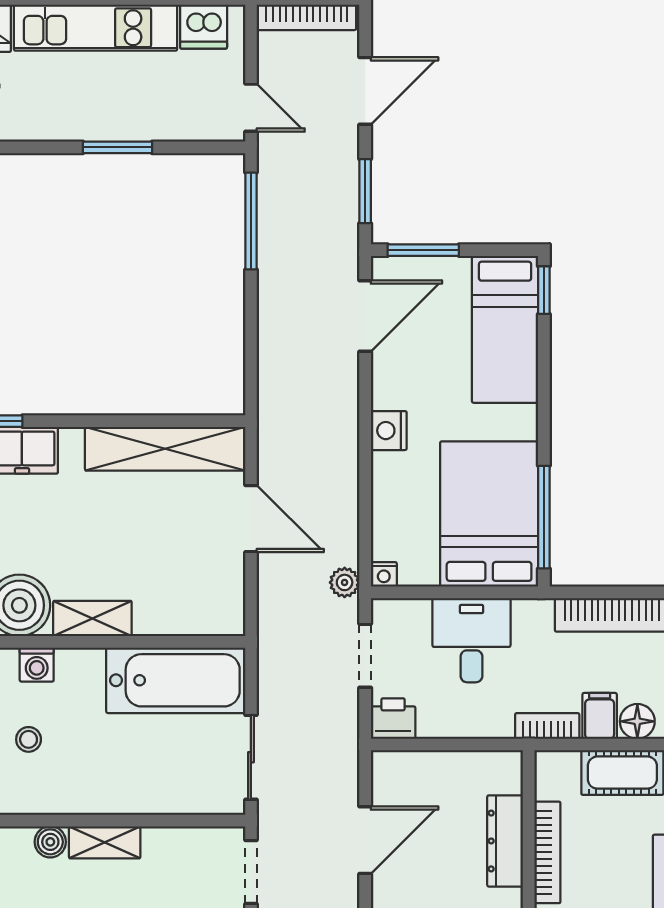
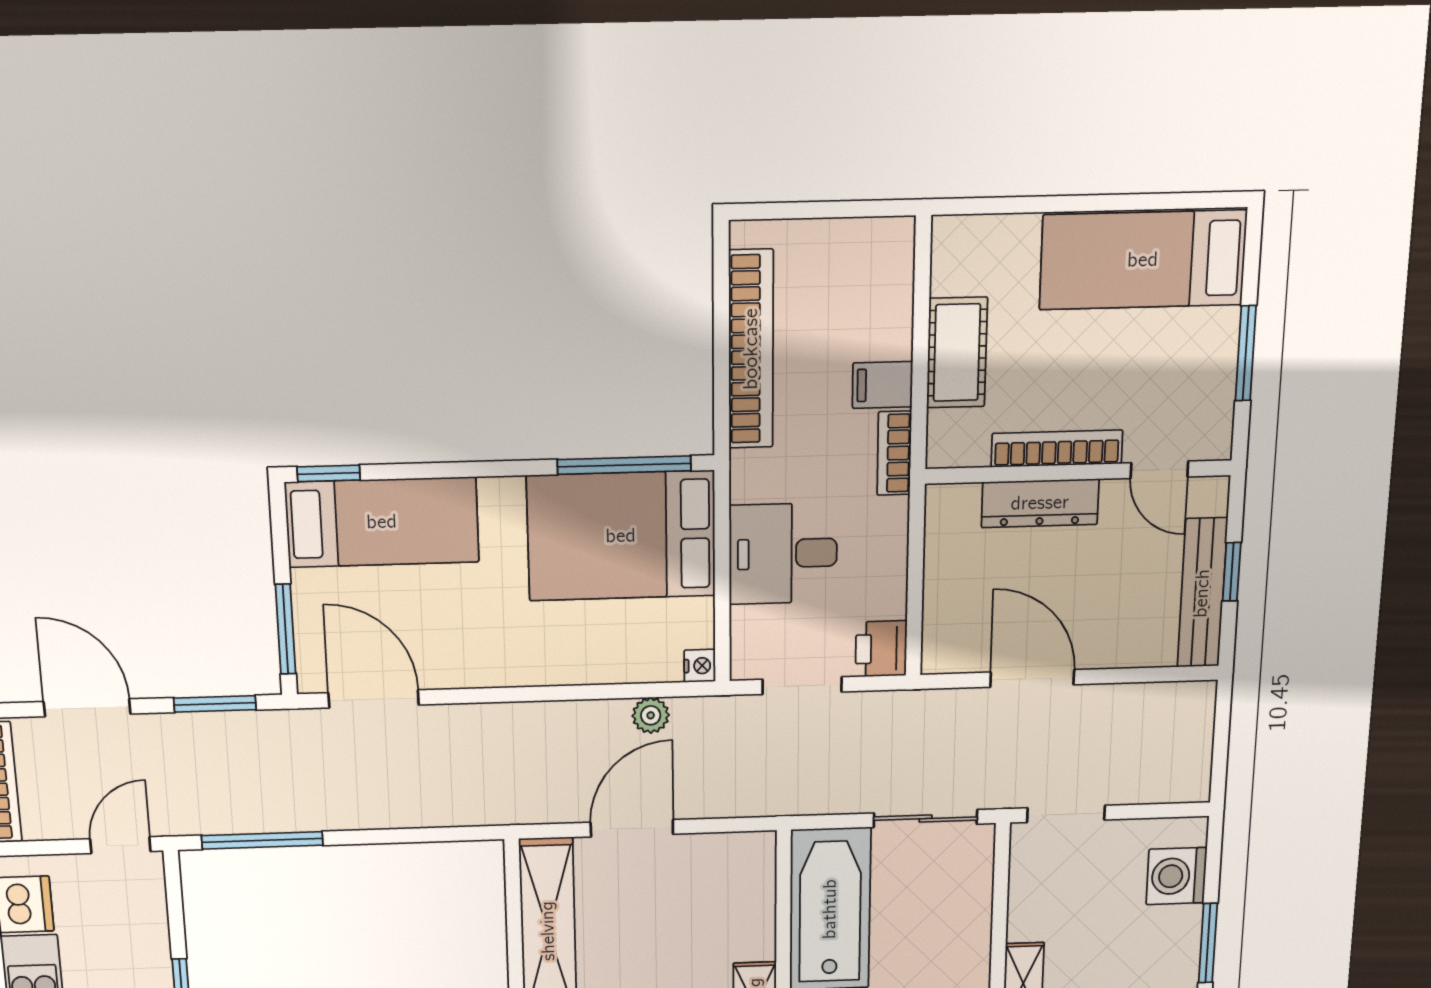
nightstand: (389, 431) -> (518, 665), removed
plant: (345, 582) -> (651, 715), moved
floor lamp: (637, 721) -> (891, 335), removed

